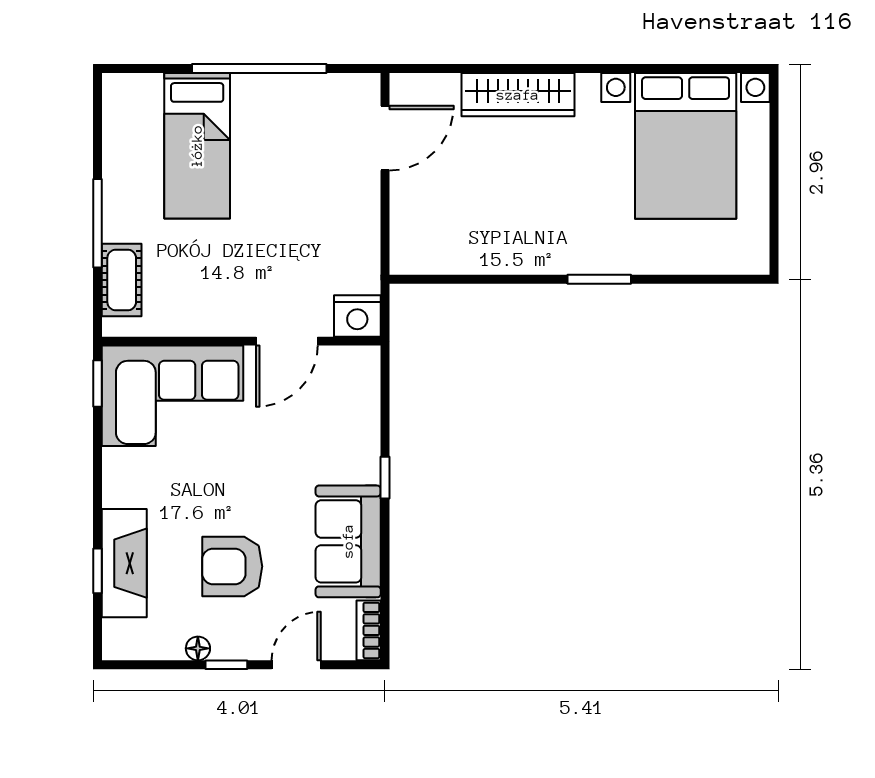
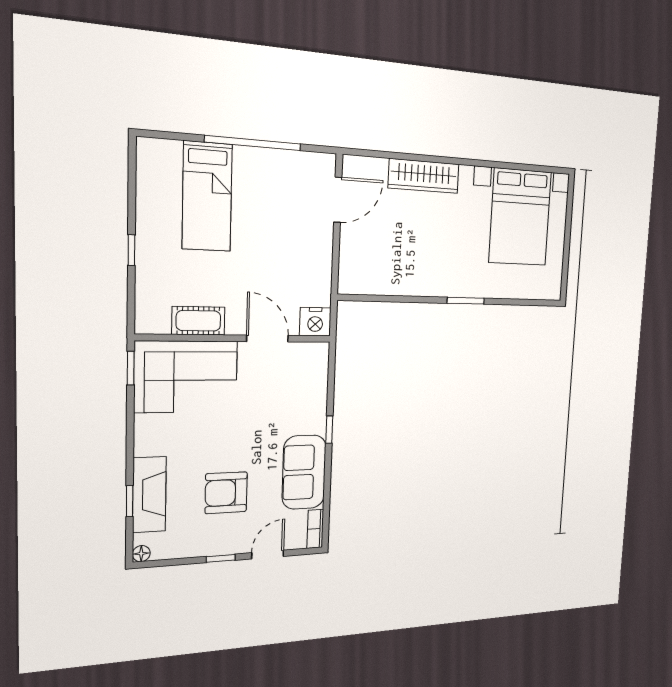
window: (98, 223) -> (131, 250), width x0.46
cot: (122, 280) -> (198, 321), moved, turned 90
door: (287, 341) -> (268, 338), swing flipped
floor lamp: (198, 648) -> (141, 554), moved

